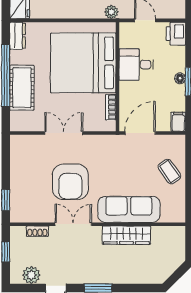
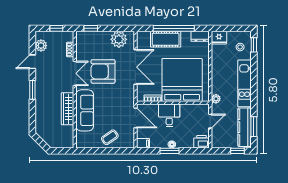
desk: (136, 65) -> (169, 115), moved
double door: (64, 133) -> (135, 67), width x1.37
plant: (22, 158) -> (119, 39), added

